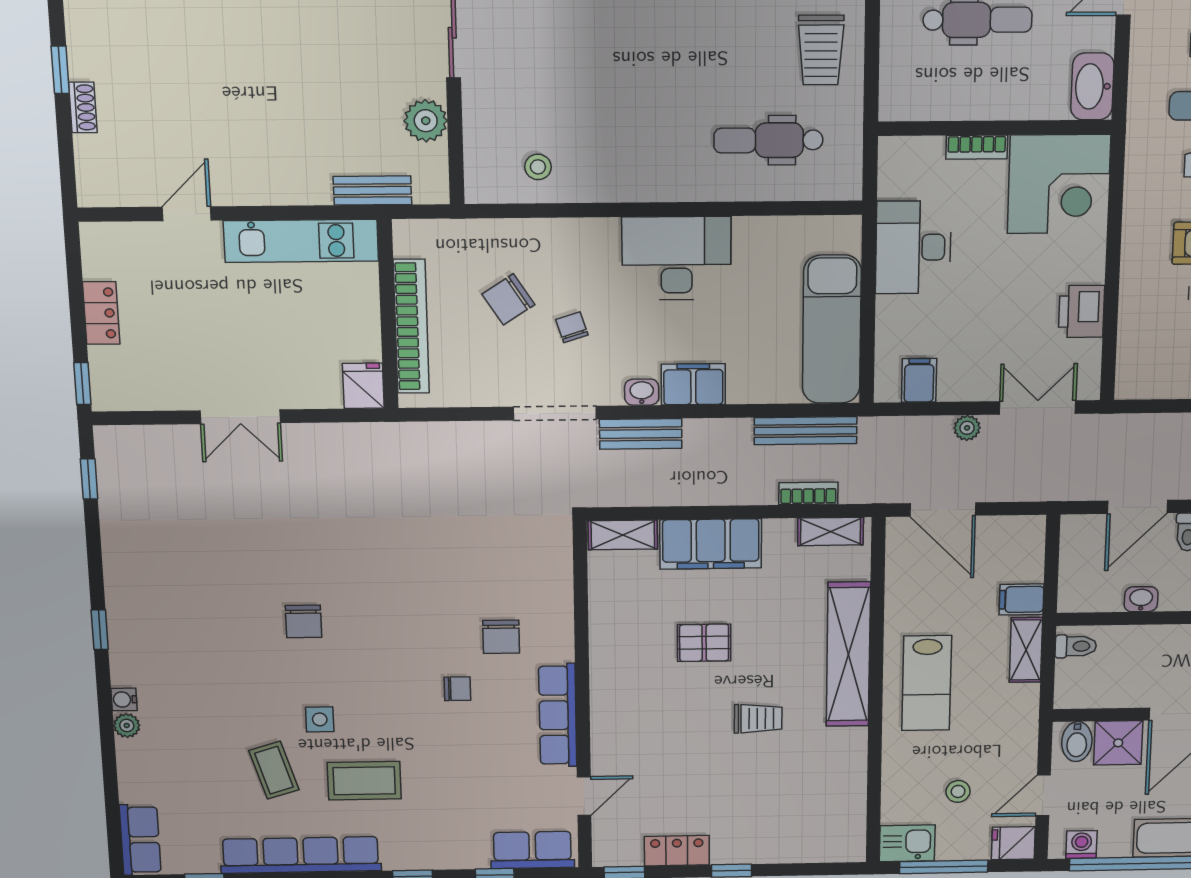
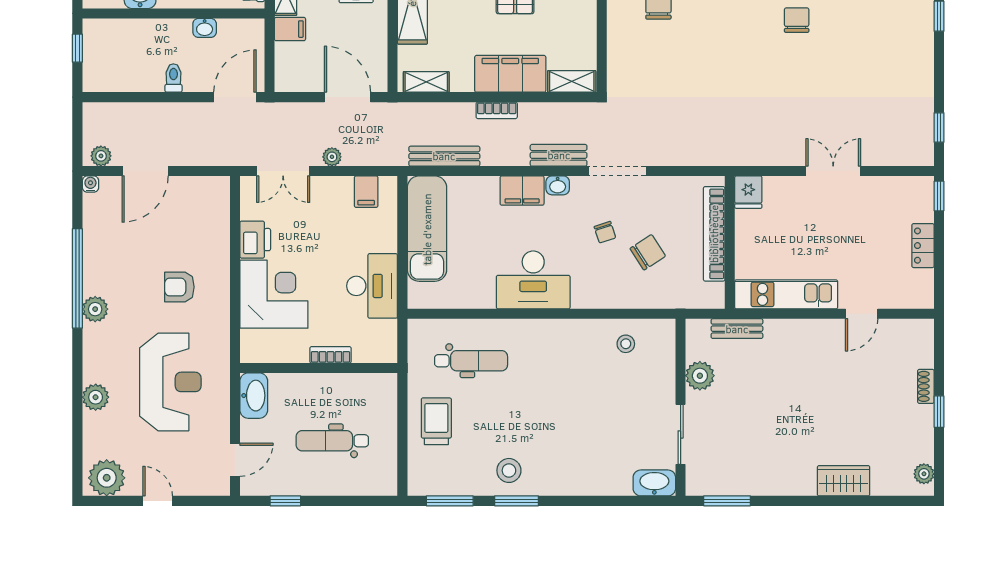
corner desk: (1059, 184) -> (274, 294), moved, turned 90
bookcase: (808, 493) -> (497, 110), moved
door: (1137, 507) -> (235, 97), moved

